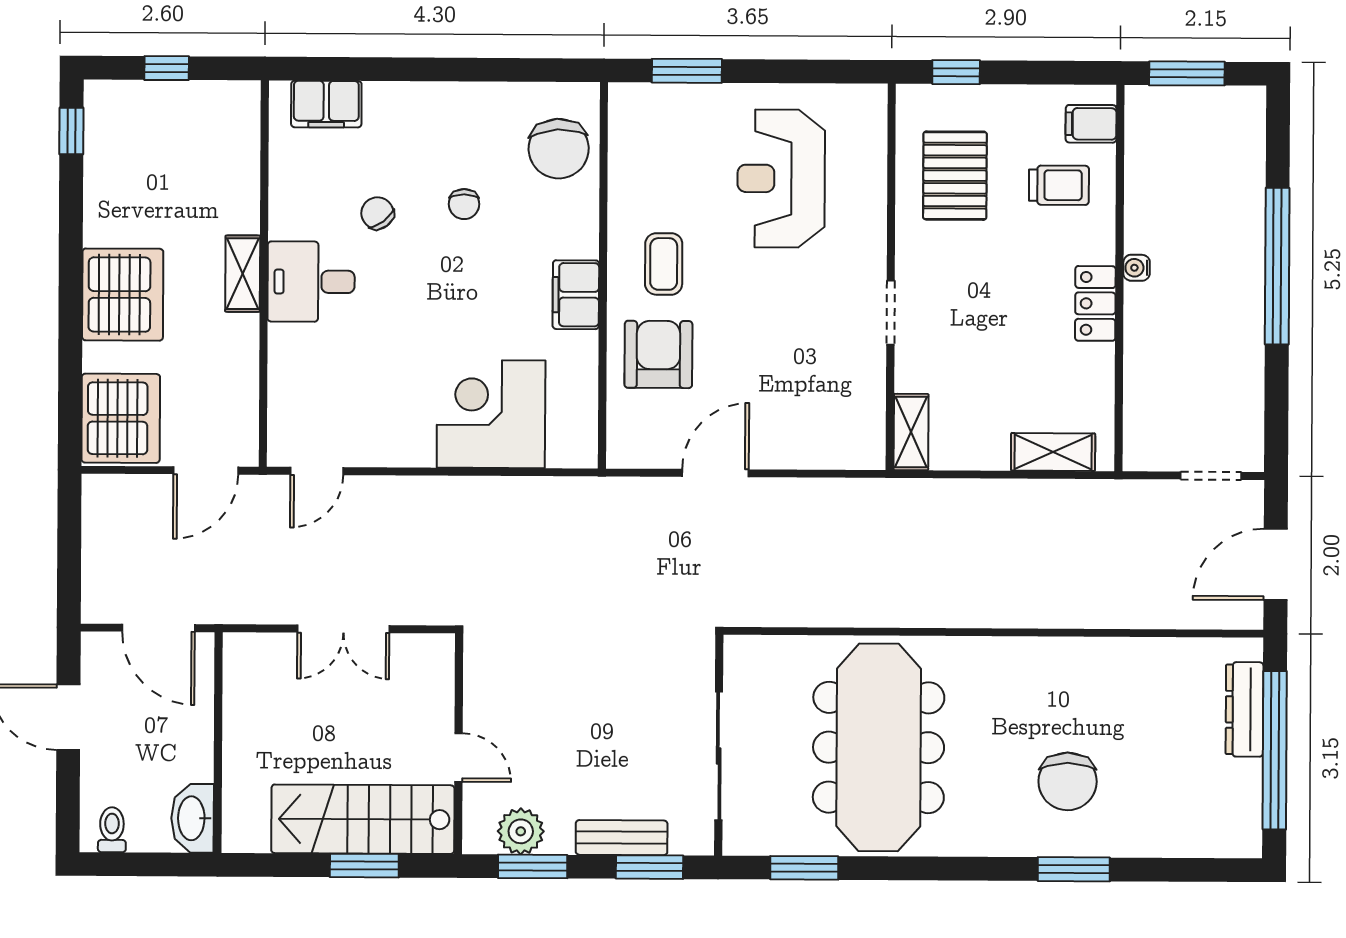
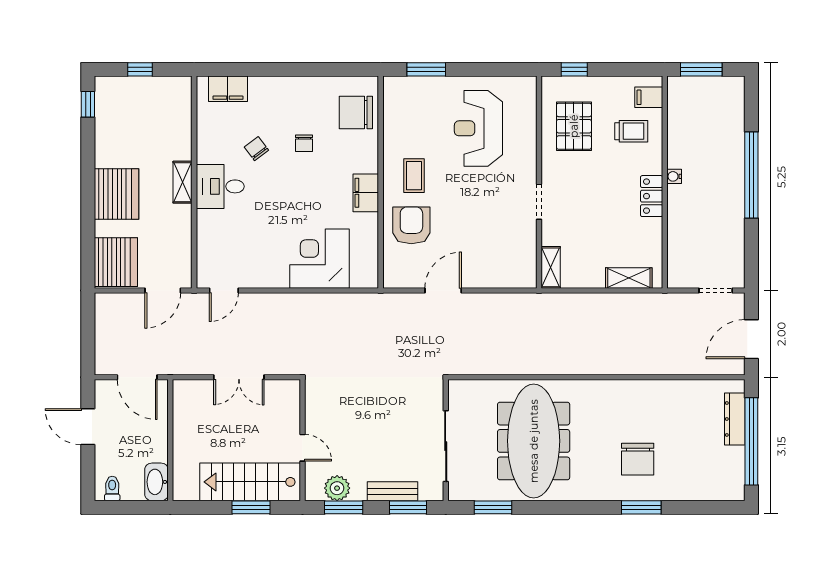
chair: (559, 149) -> (356, 113), turned 93

